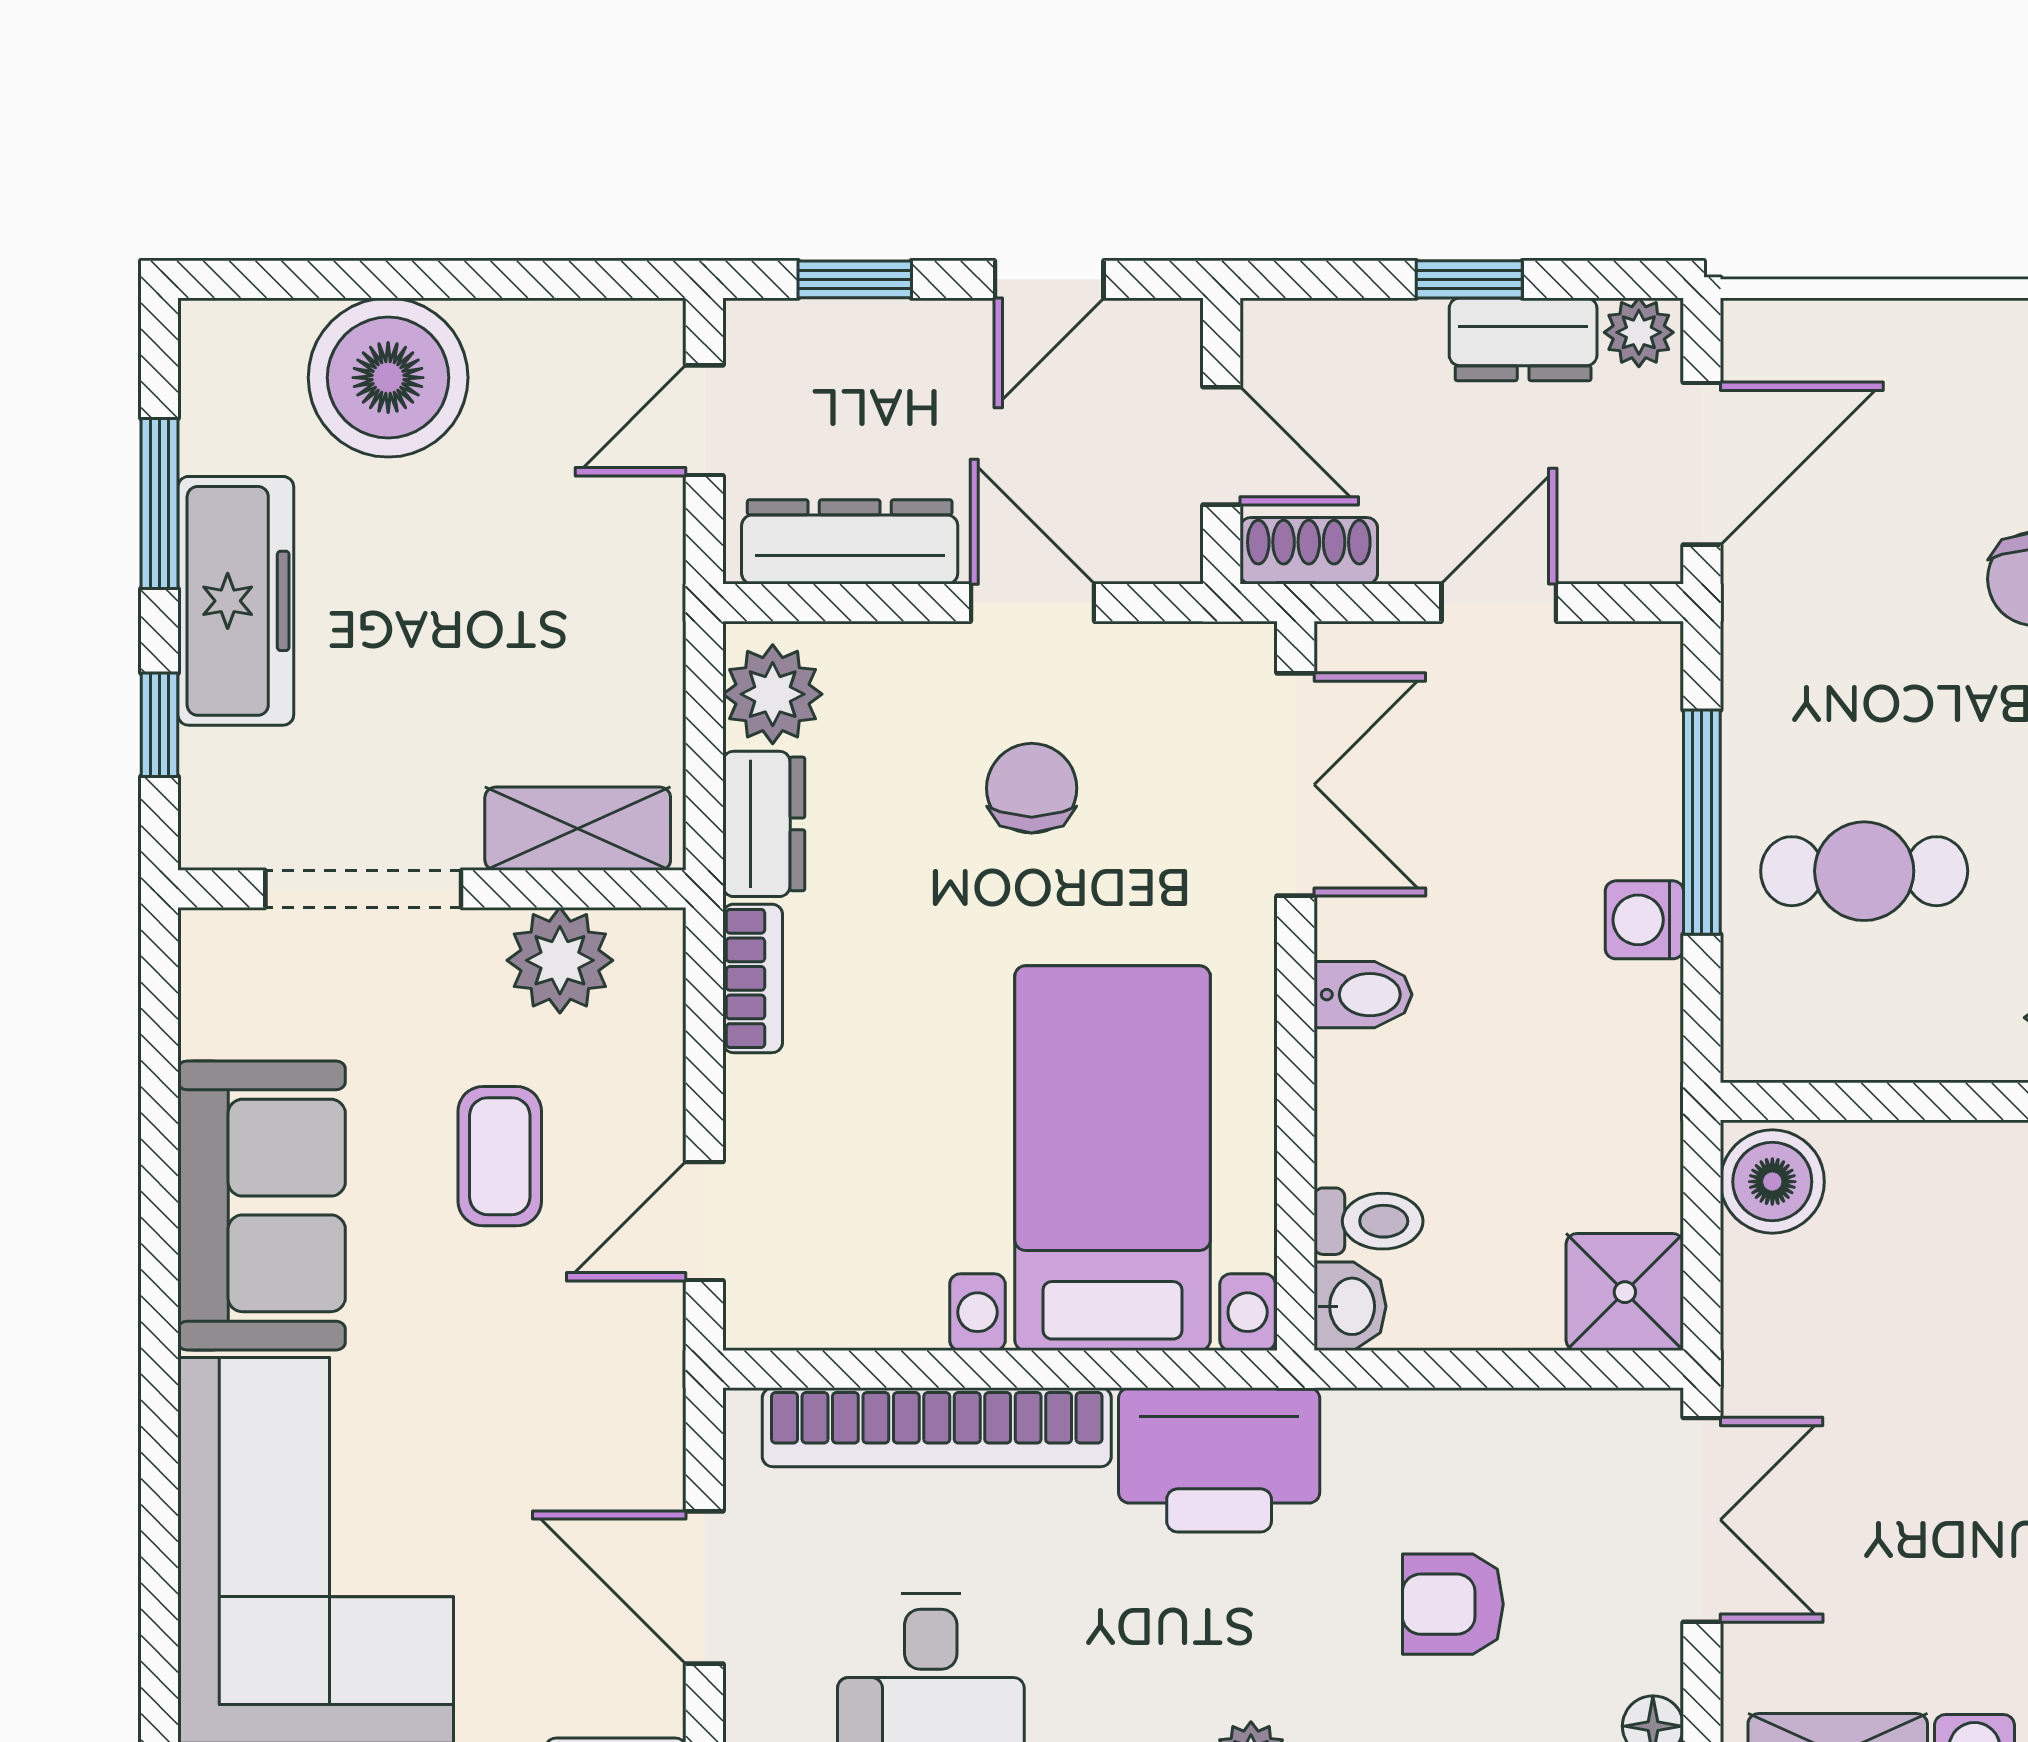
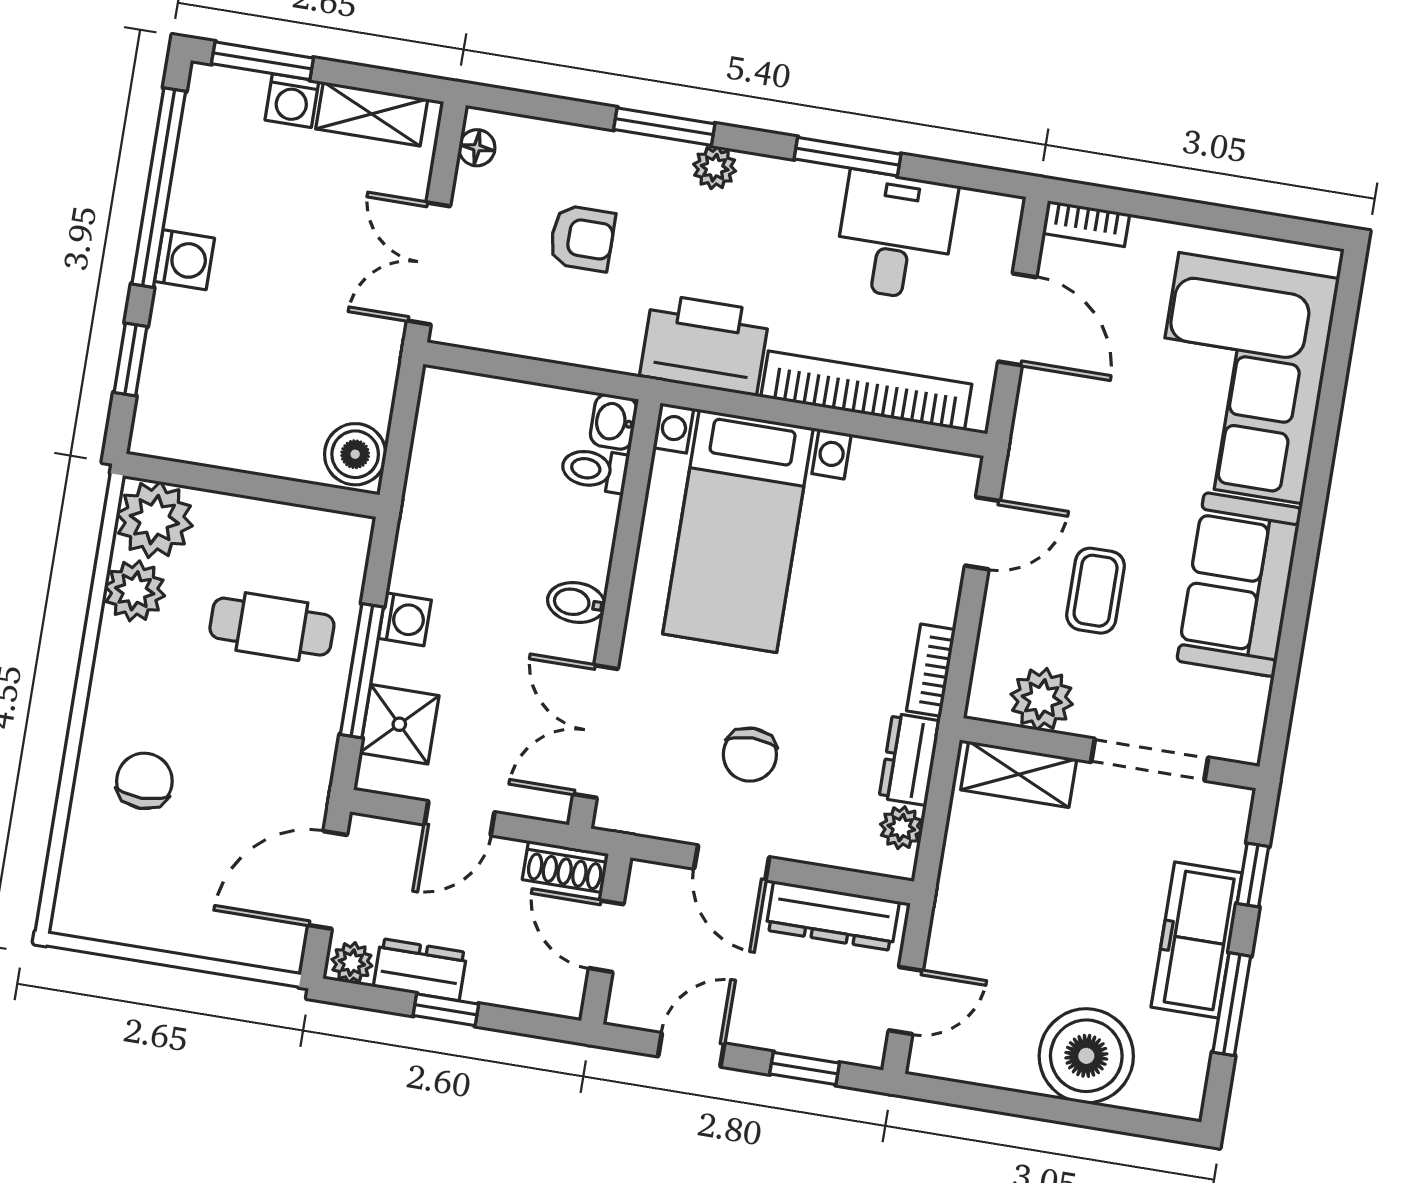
plant: (773, 694) -> (901, 828), width x0.73, depth x0.73
shower: (1625, 1292) -> (399, 724), moved

